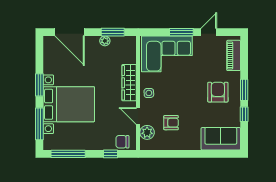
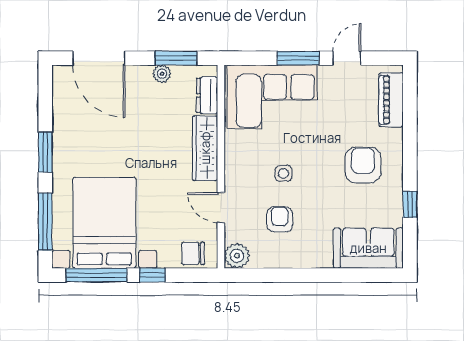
dresser: (130, 53) -> (207, 95), added
window: (244, 90) -> (410, 161), removed
side table: (149, 93) -> (283, 173), moved
bed with nightstands: (69, 104) -> (104, 223), moved, turned -90
armchair: (171, 123) -> (280, 219), turned -90
plant: (147, 132) -> (237, 256), moved
window: (110, 154) -> (152, 275), moved

